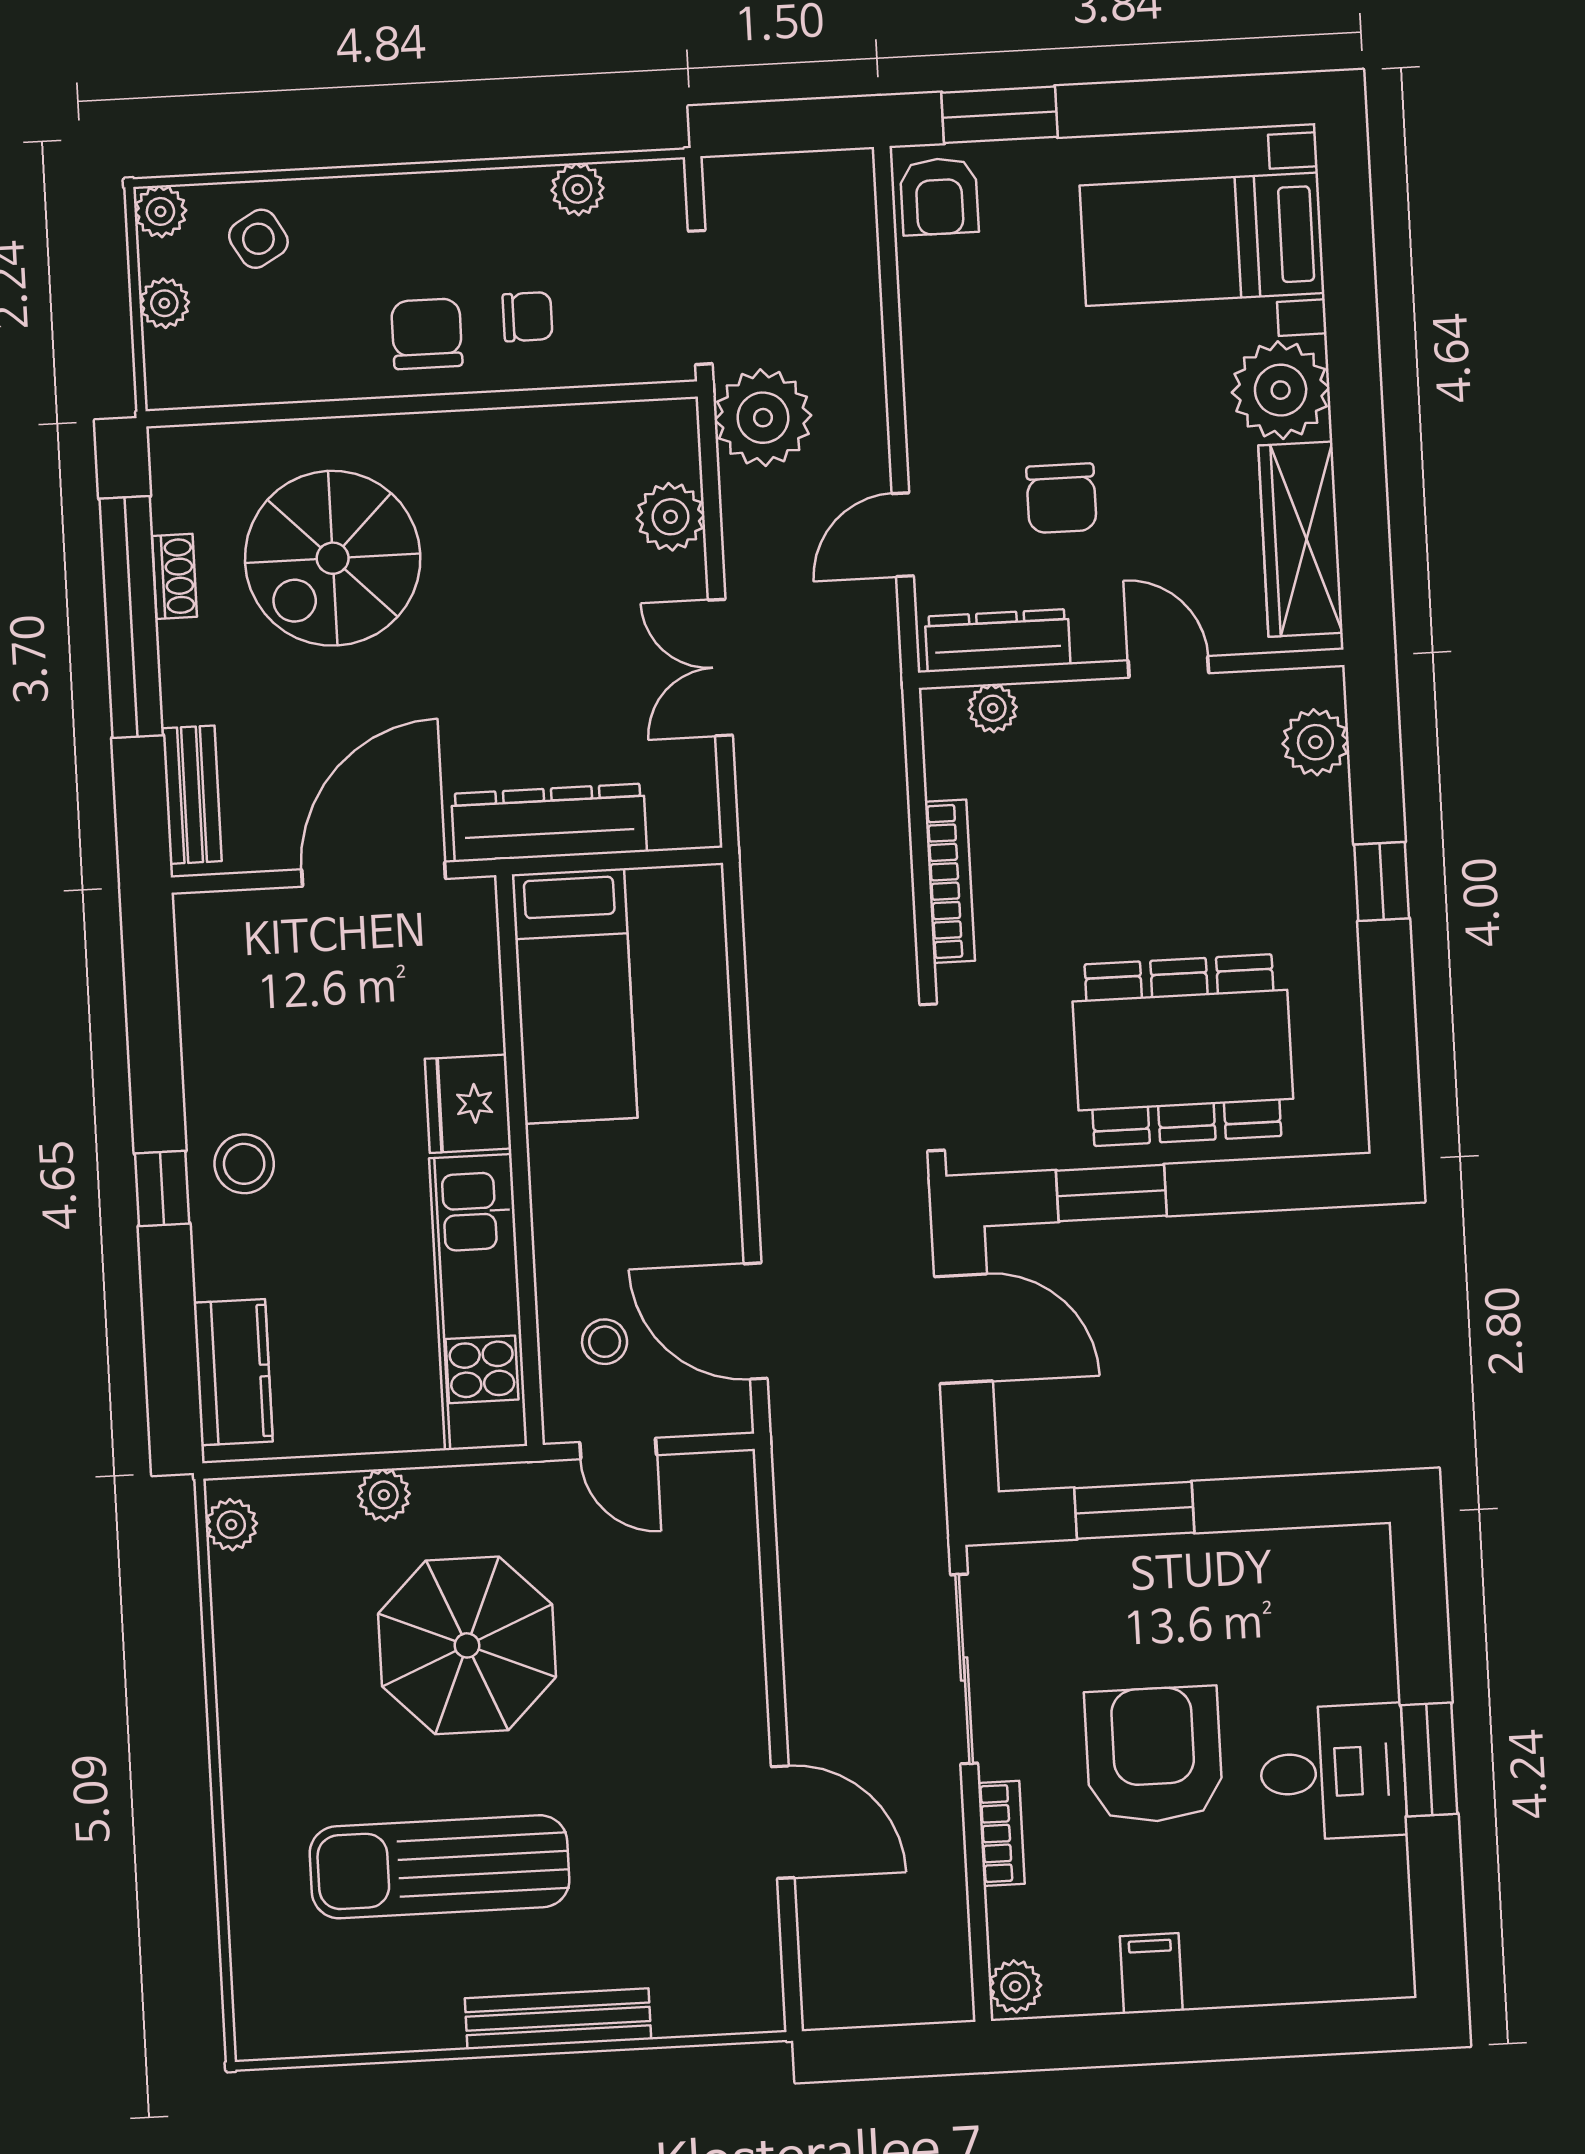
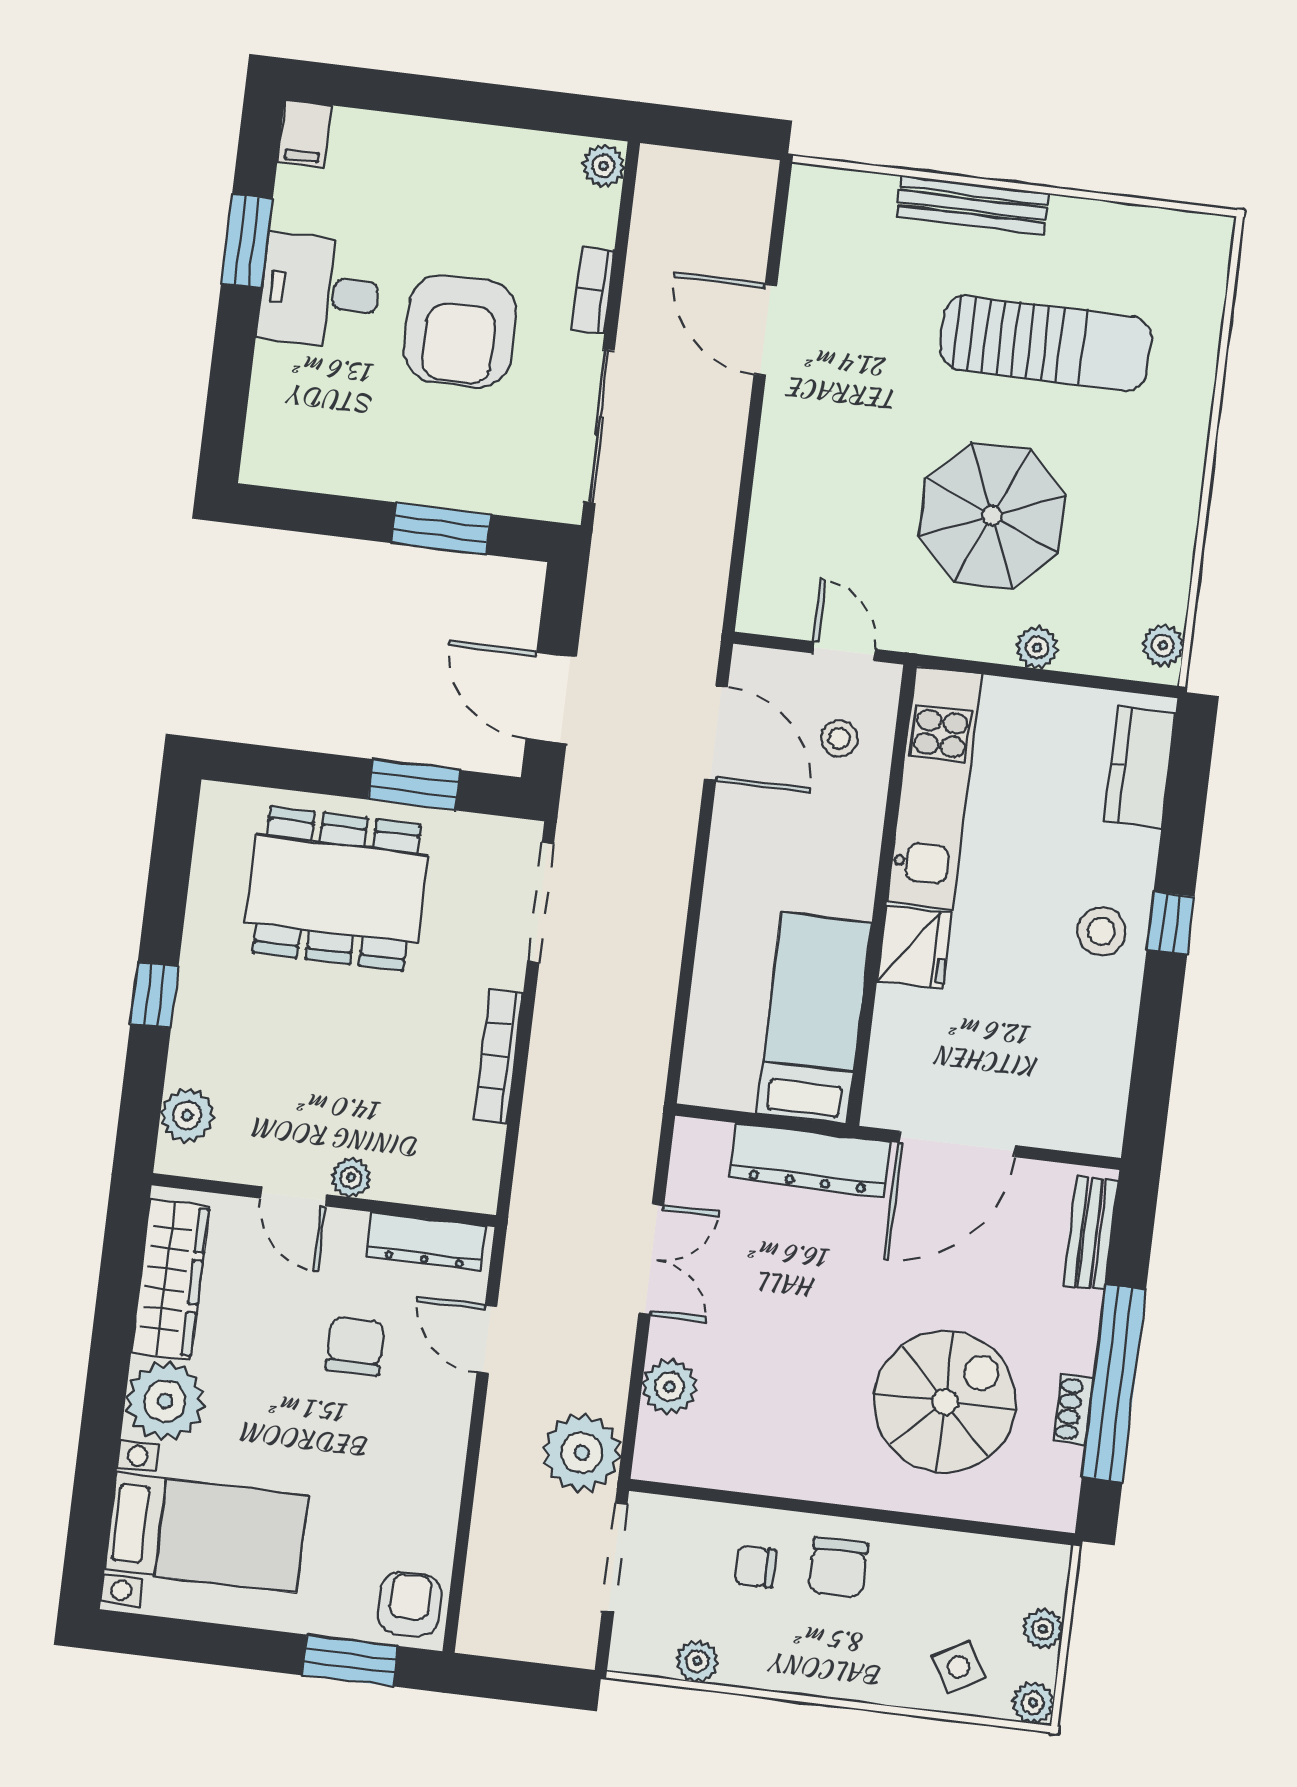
door: (903, 535) -> (487, 1339), swing flipped
plant: (993, 708) -> (351, 1177), moved
window: (1429, 1759) -> (247, 241), moved
filing cabinet: (1151, 1973) -> (305, 134), moved

